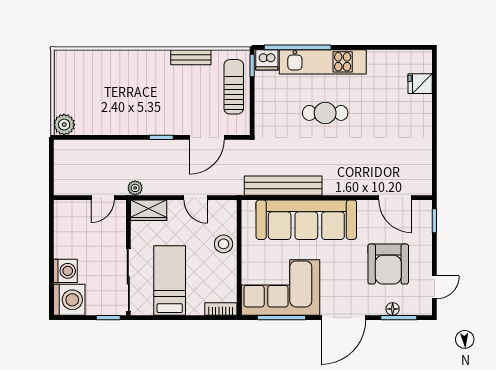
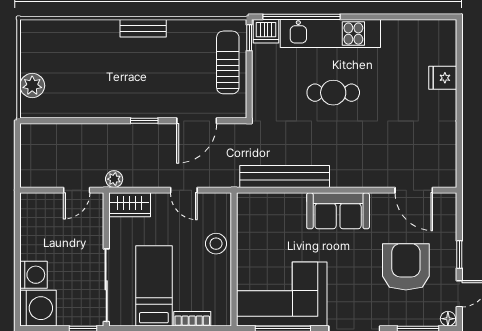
bench: (191, 57) -> (143, 28), moved
fridge: (420, 84) -> (443, 78), moved
plant: (64, 125) -> (32, 86), moved
sofa: (306, 220) -> (338, 211), width x0.54, depth x0.79
window: (434, 221) -> (459, 255), moved
armchair: (388, 264) -> (406, 267), turned 180
bookcase: (221, 309) -> (192, 319), moved
floor lamp: (393, 309) -> (448, 319), moved

